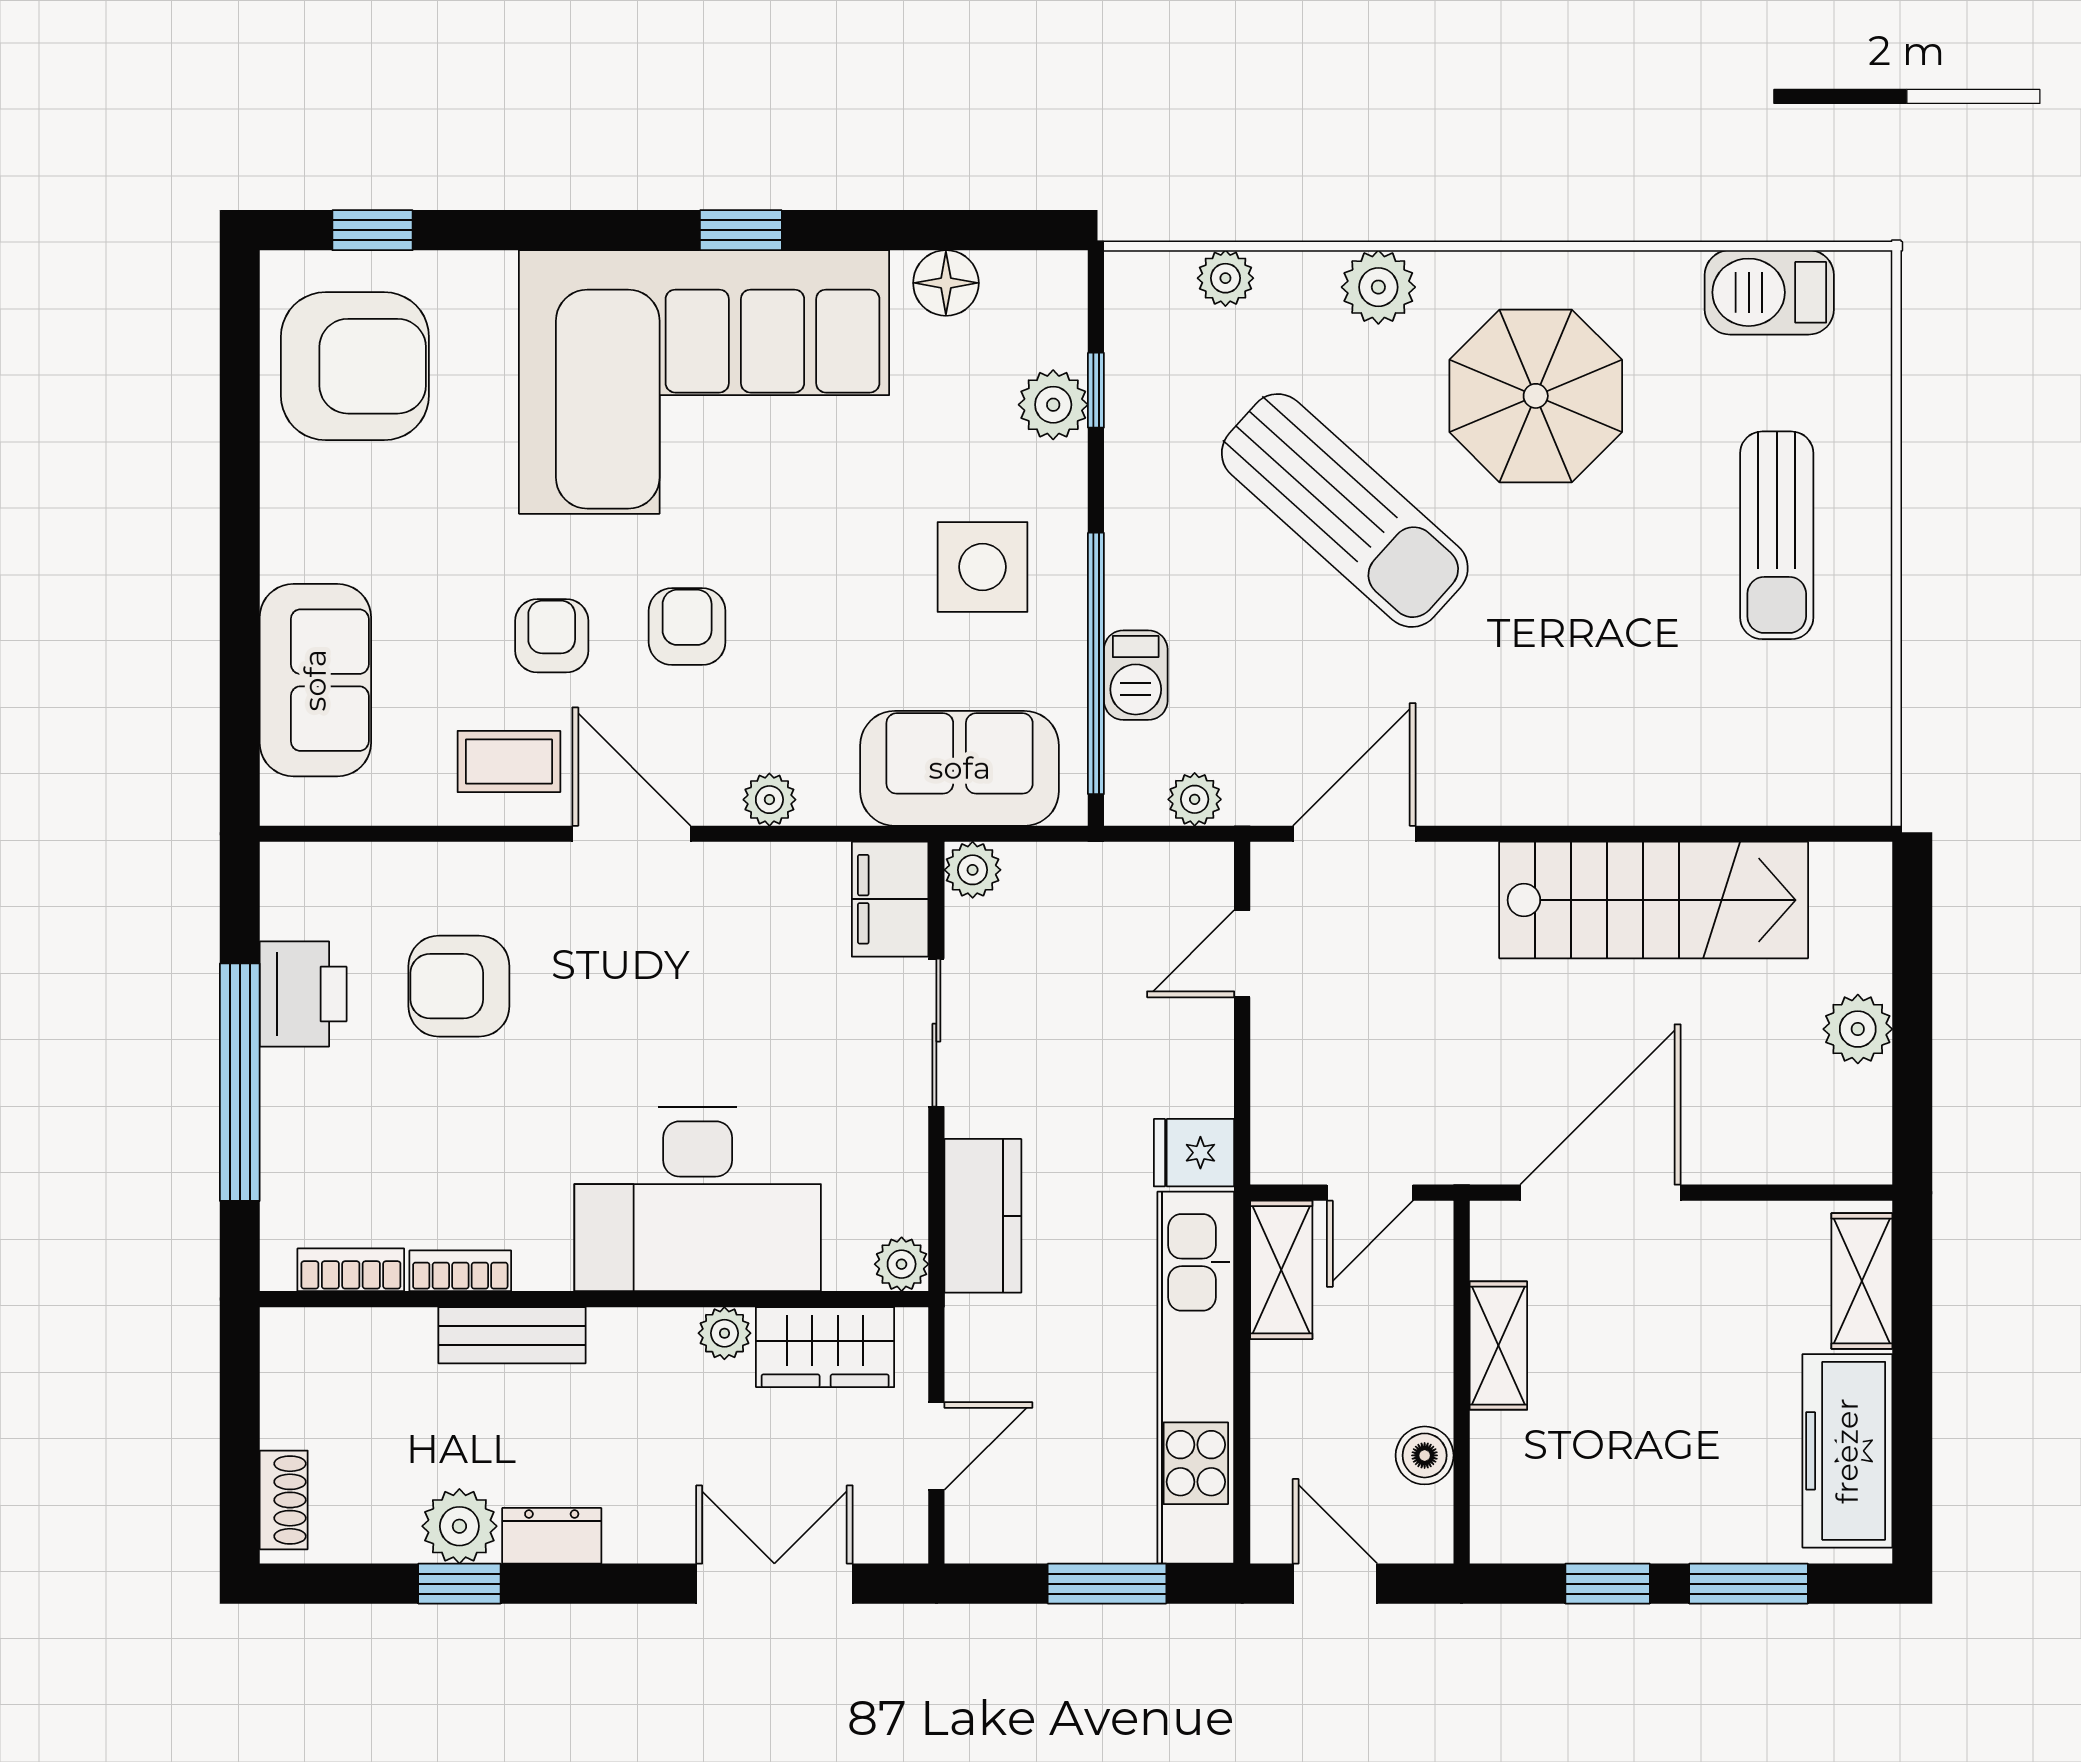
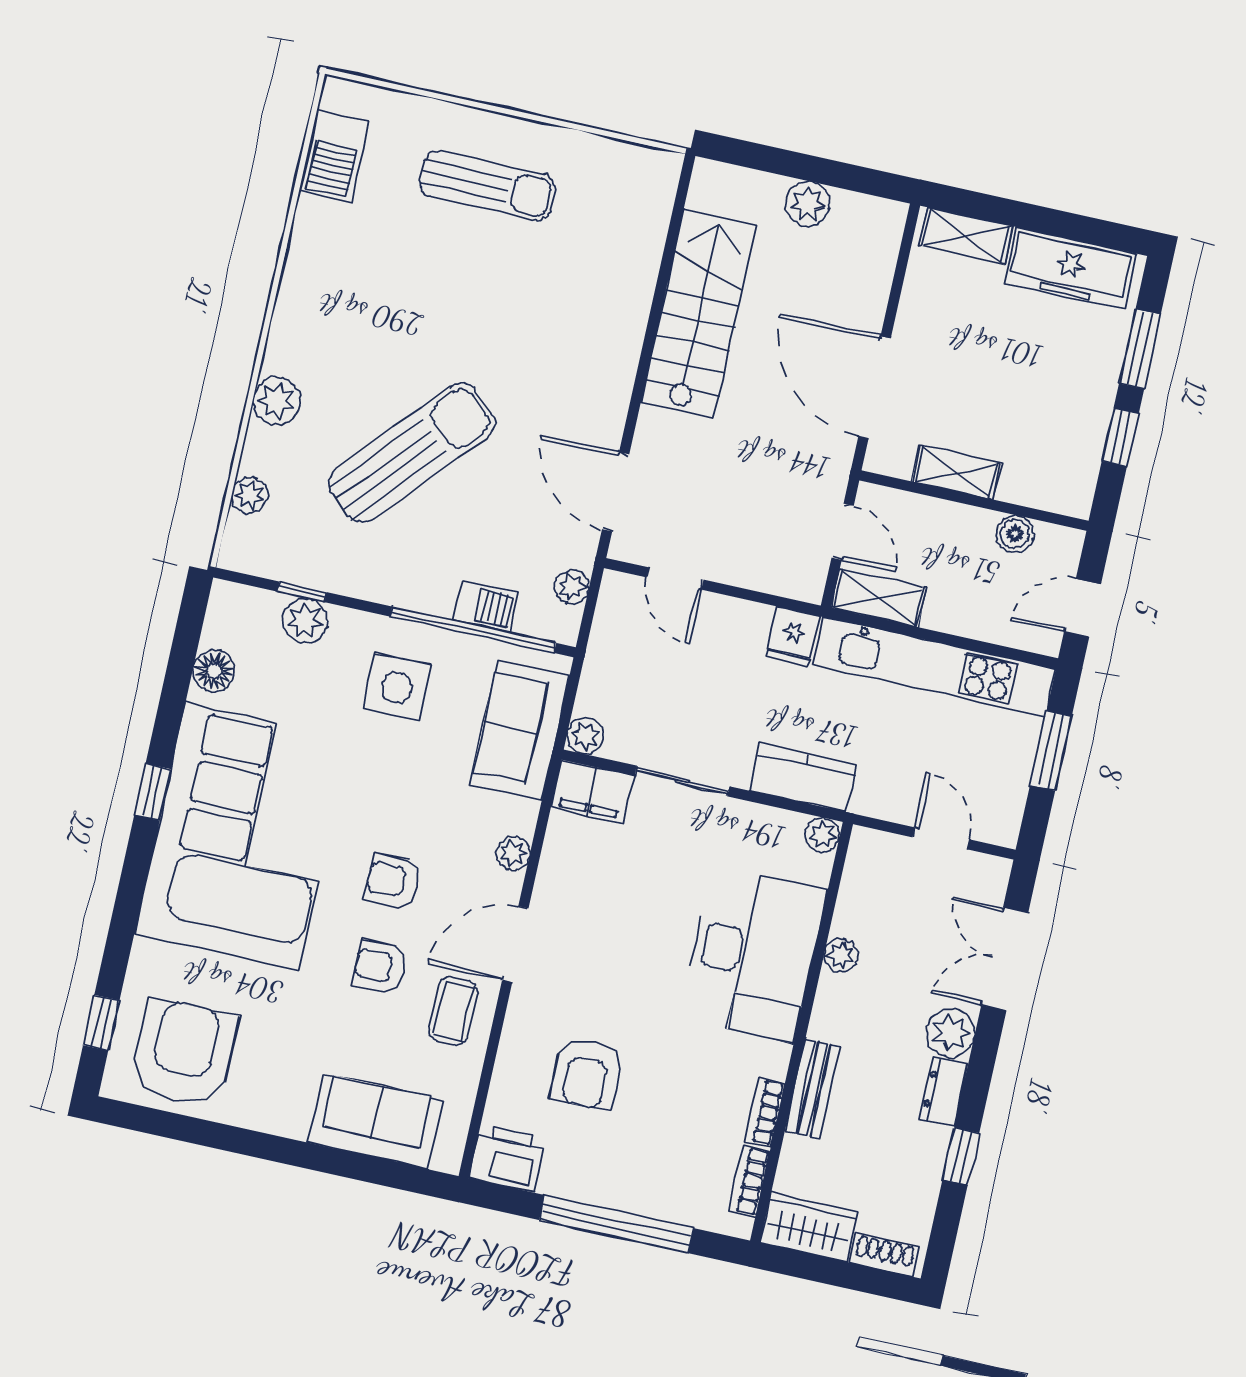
parasol: (1536, 396) -> (367, 317), removed
printer: (303, 994) -> (508, 1158), moved
wardrobe: (825, 1347) -> (809, 1227), moved, turned -90
plant: (459, 1526) -> (951, 1033), moved

